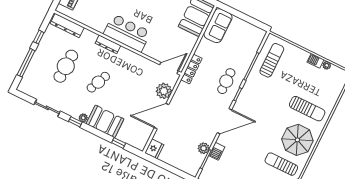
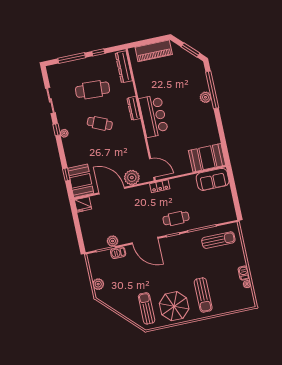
locker: (191, 69) -> (160, 186), width x0.66
booth: (105, 121) -> (81, 181), moved

